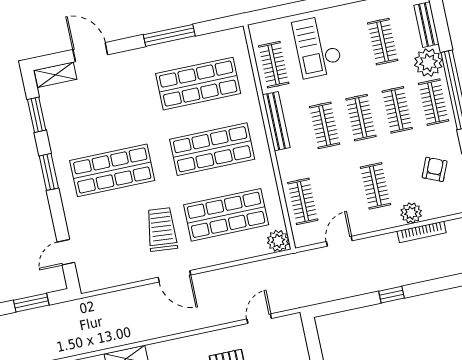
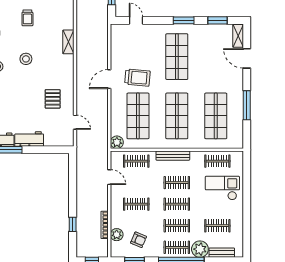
door: (90, 52) -> (247, 58), swing flipped
bench: (276, 121) -> (173, 156), moved
plant: (411, 213) -> (117, 235), moved
window: (391, 295) -> (73, 224), moved

